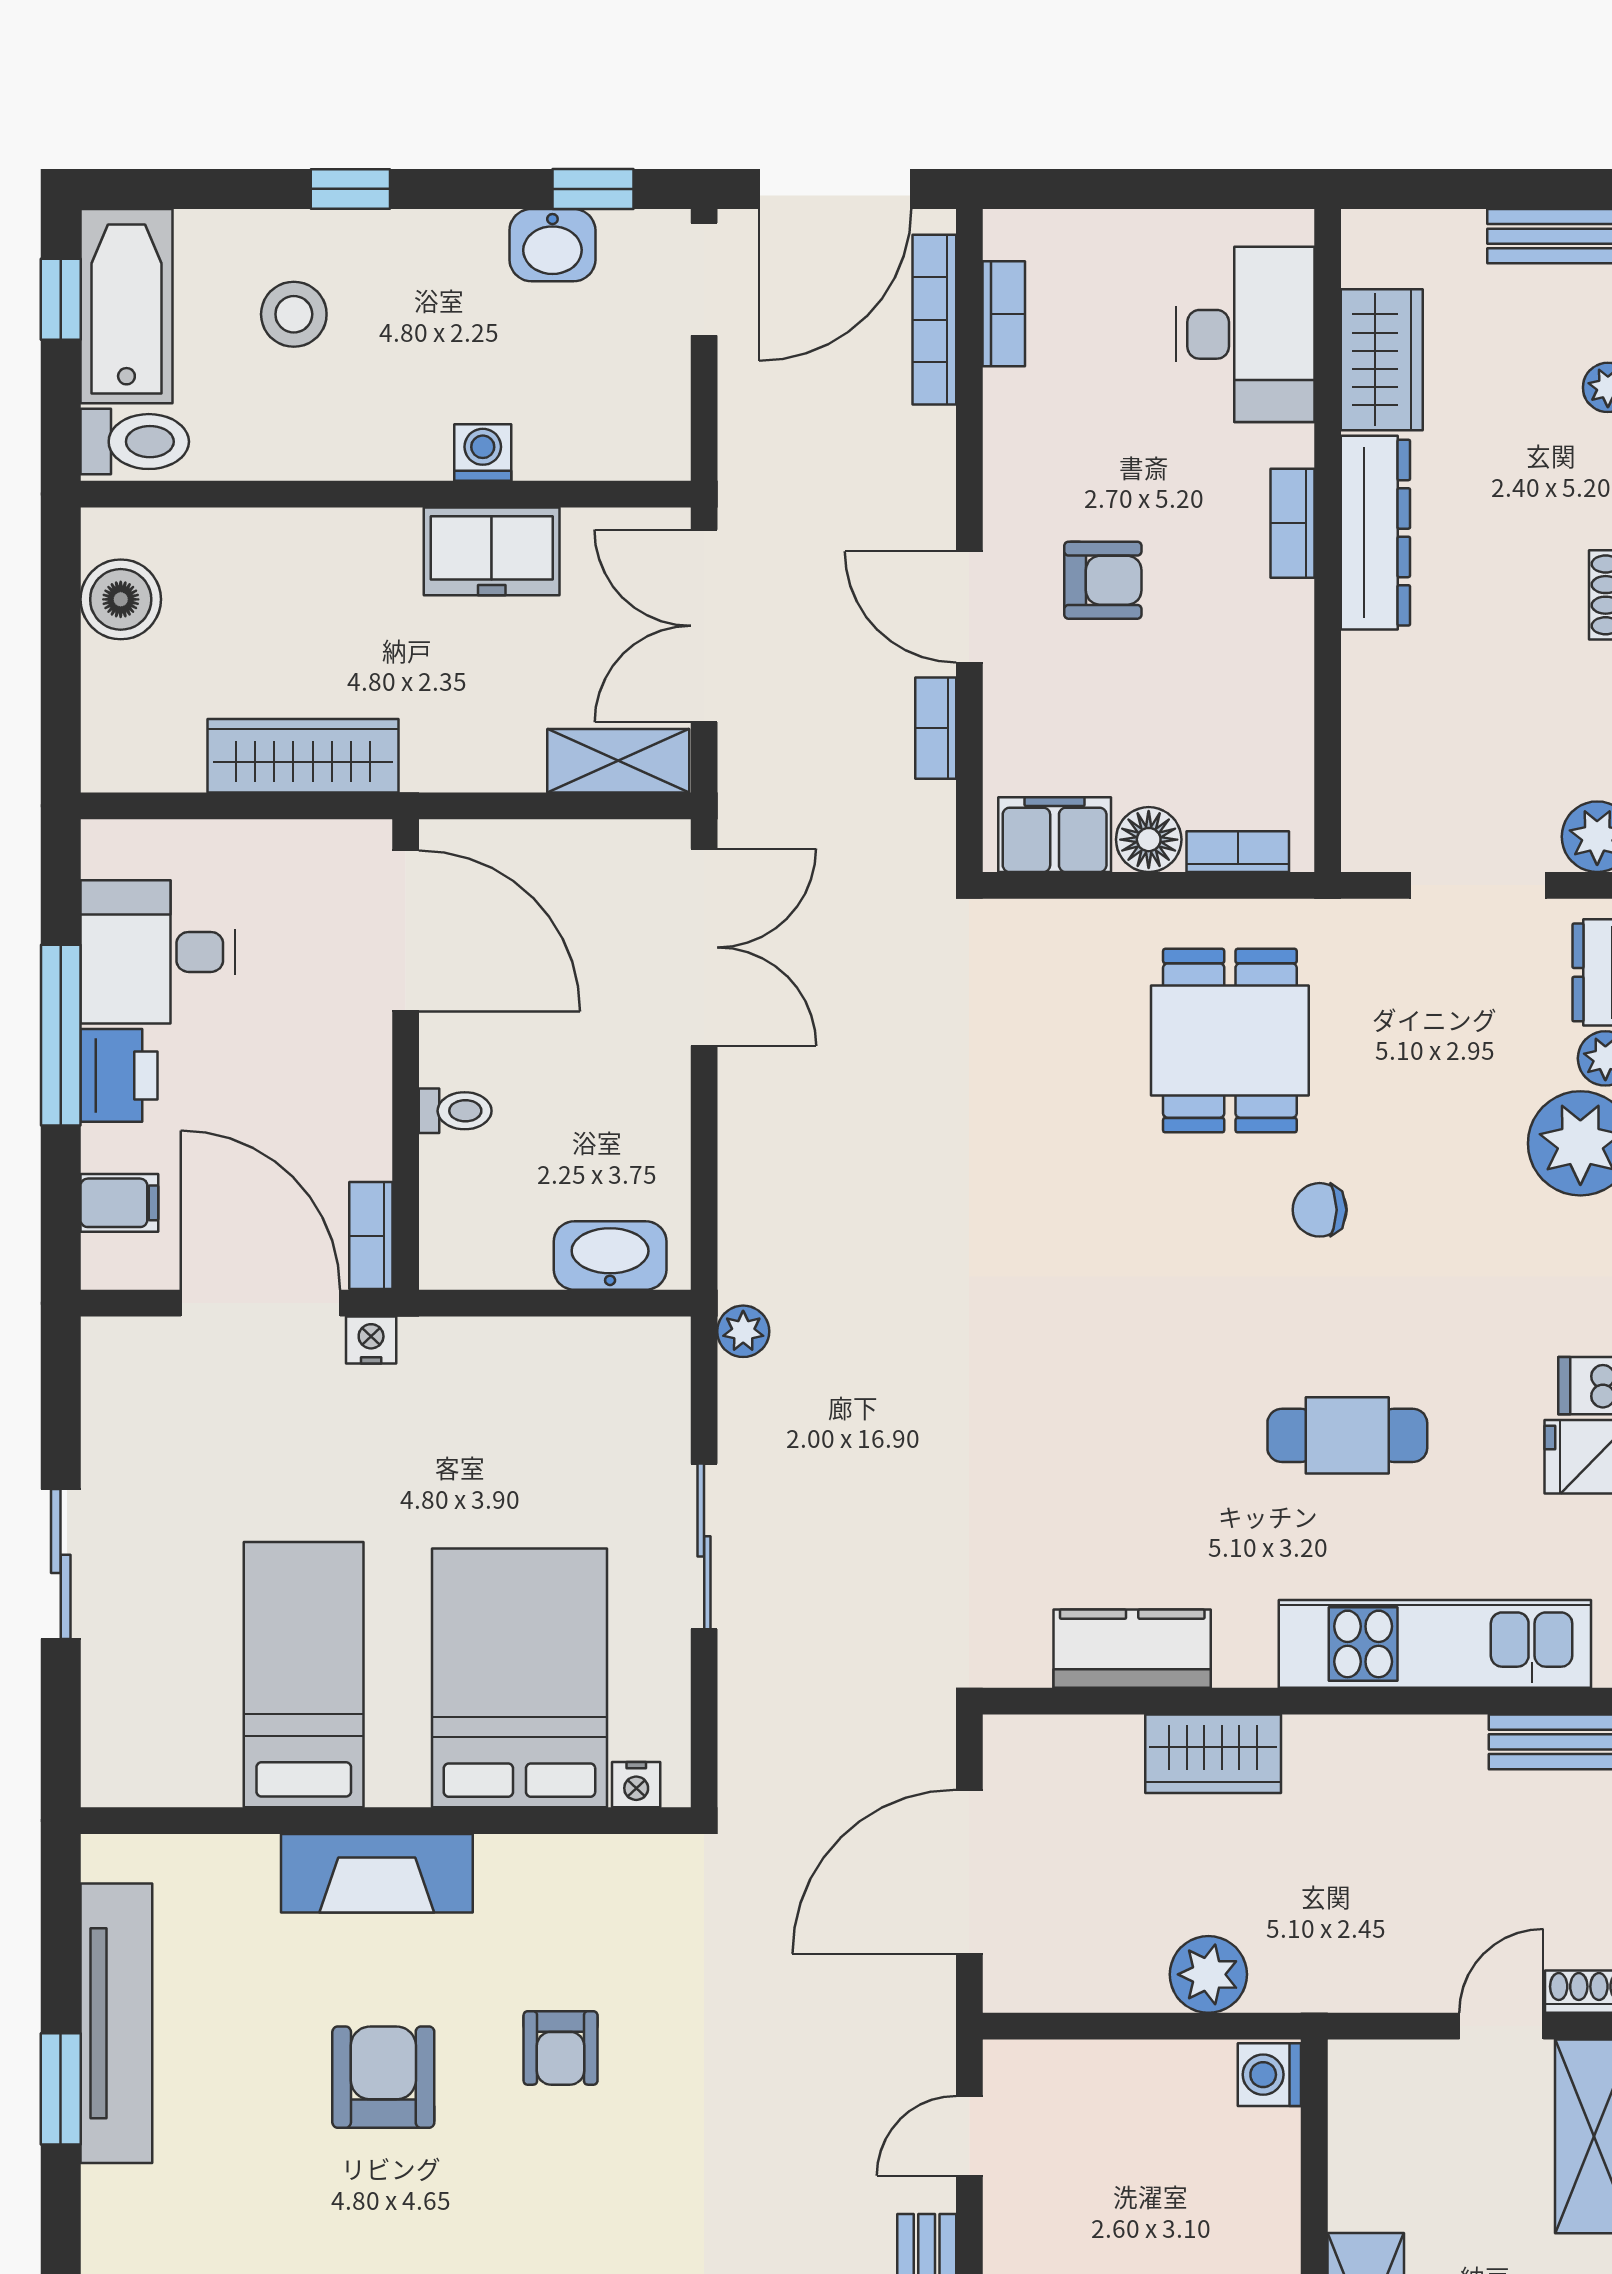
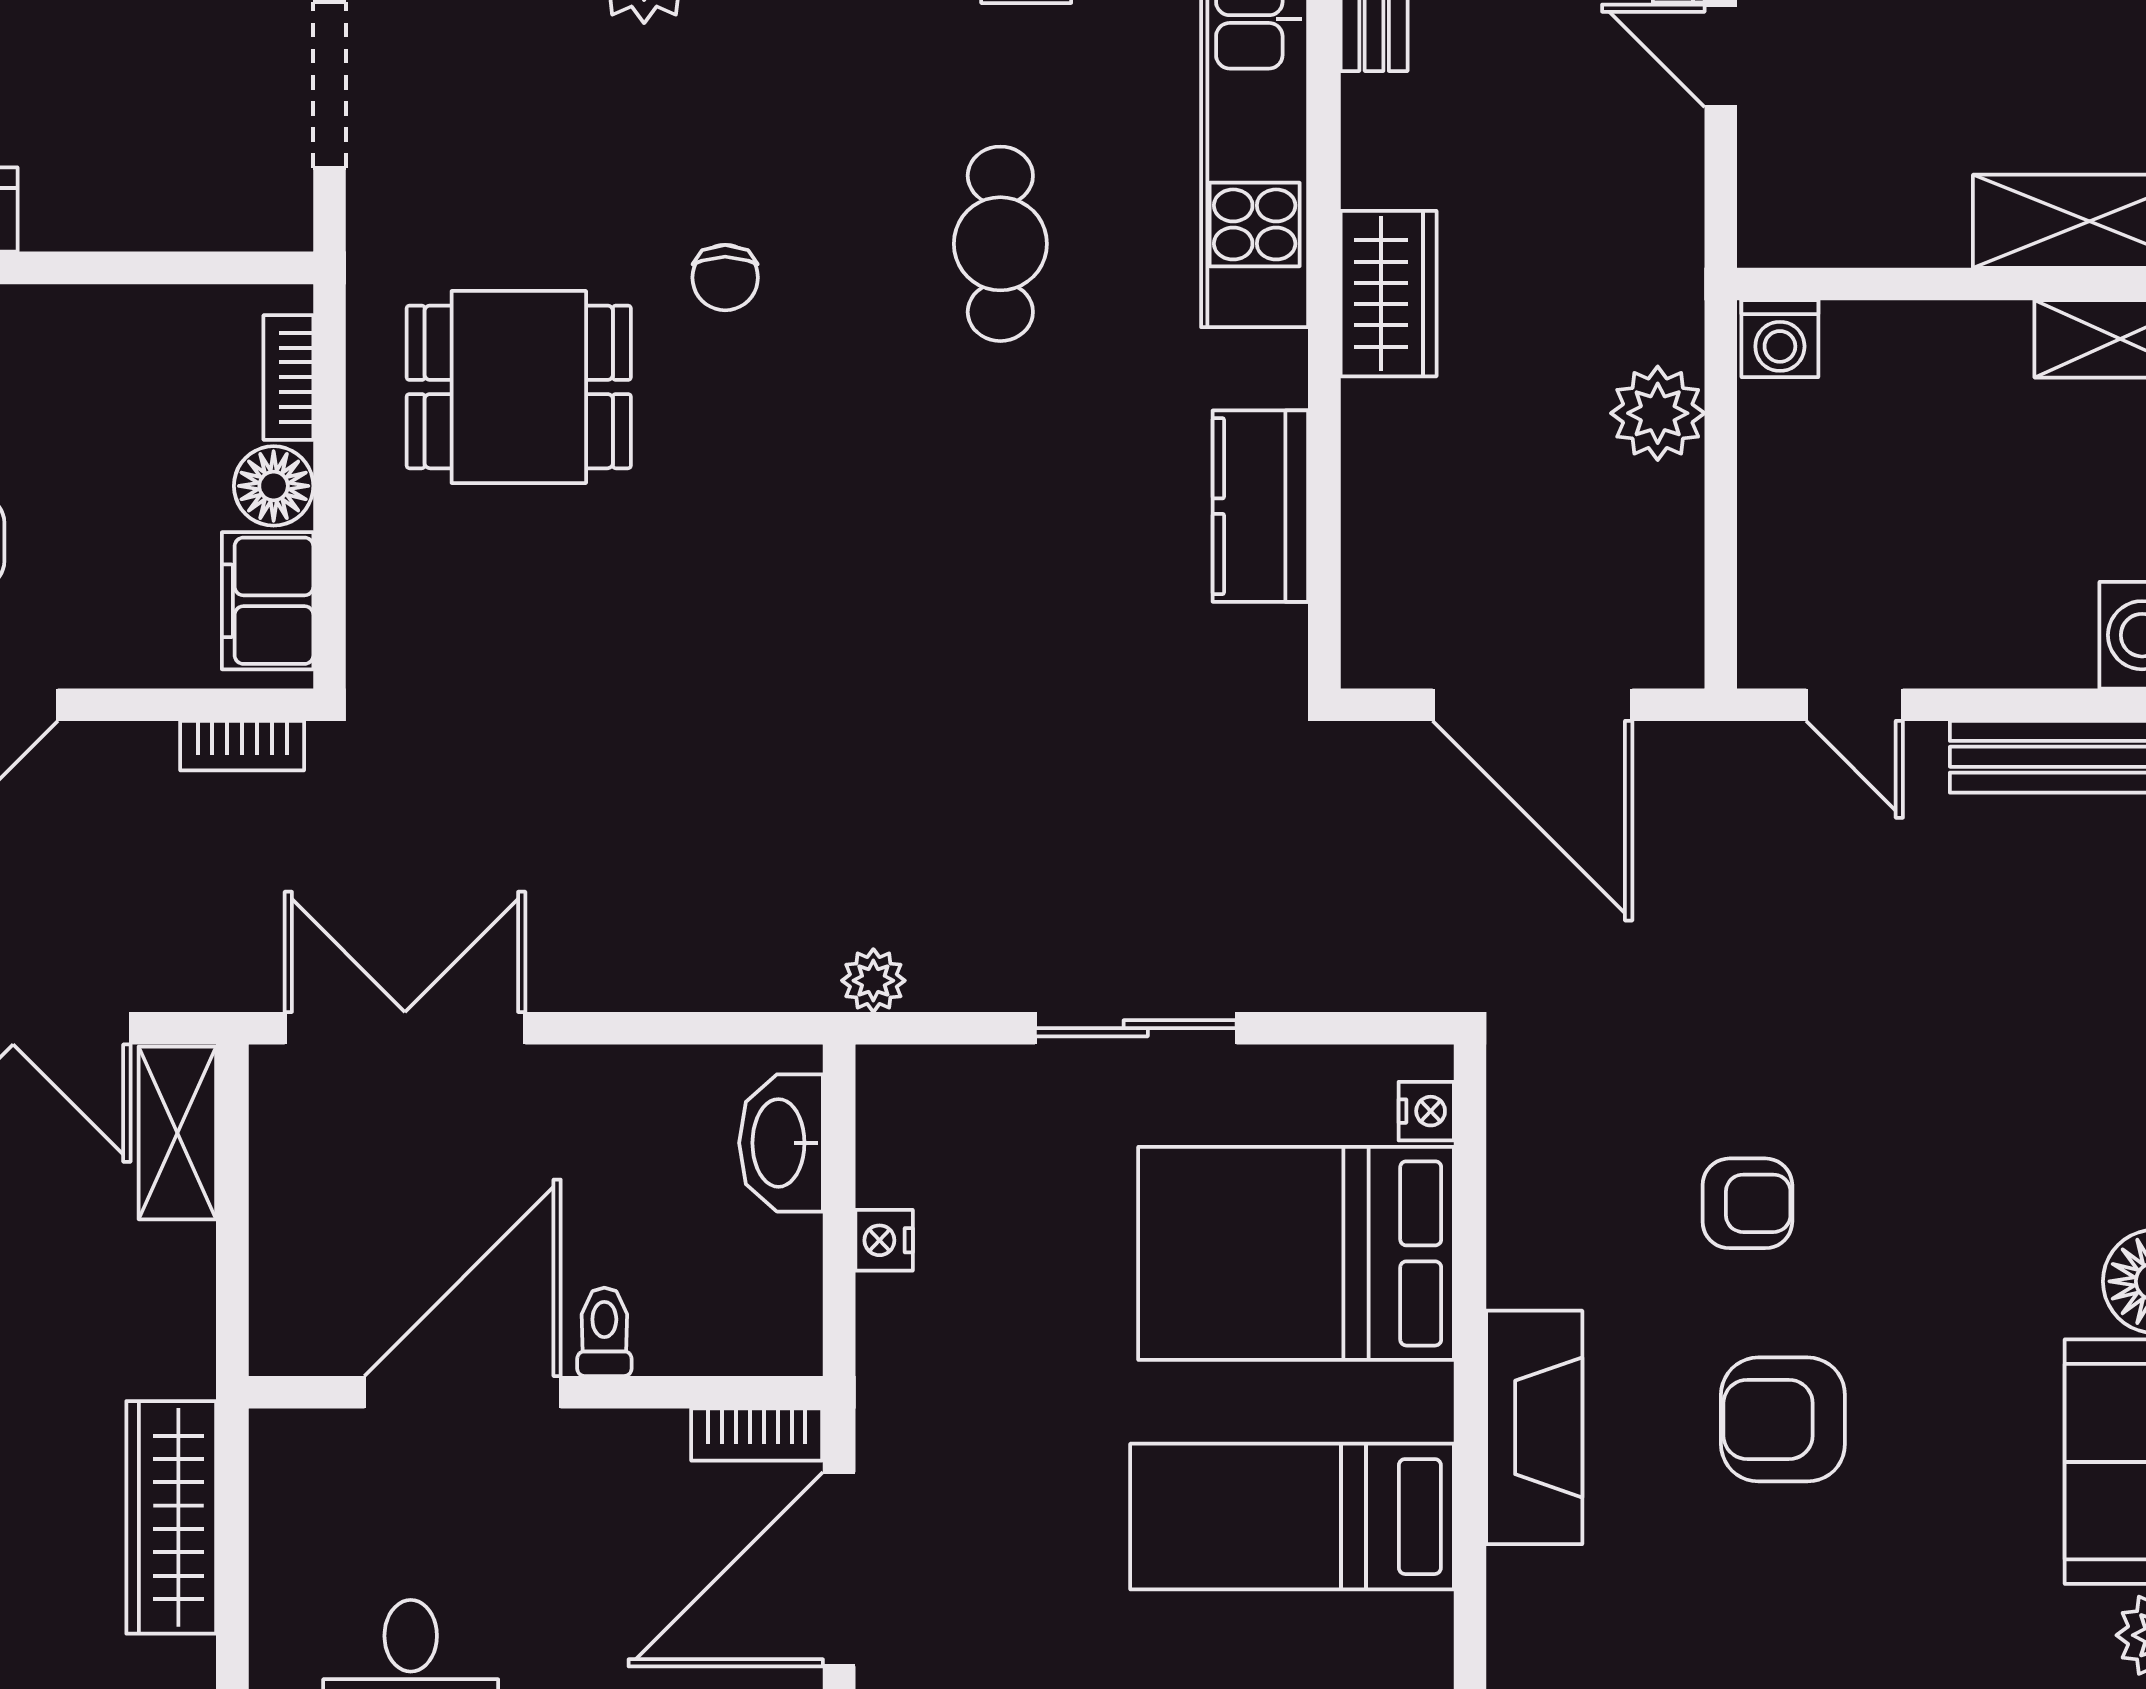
bookcase: (936, 728) -> (242, 746), moved
door: (406, 931) -> (462, 1392), moved
nightstand: (371, 1340) -> (884, 1240), moved
wardrobe: (1213, 1754) -> (1389, 294), moved

